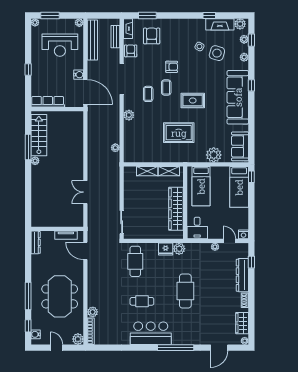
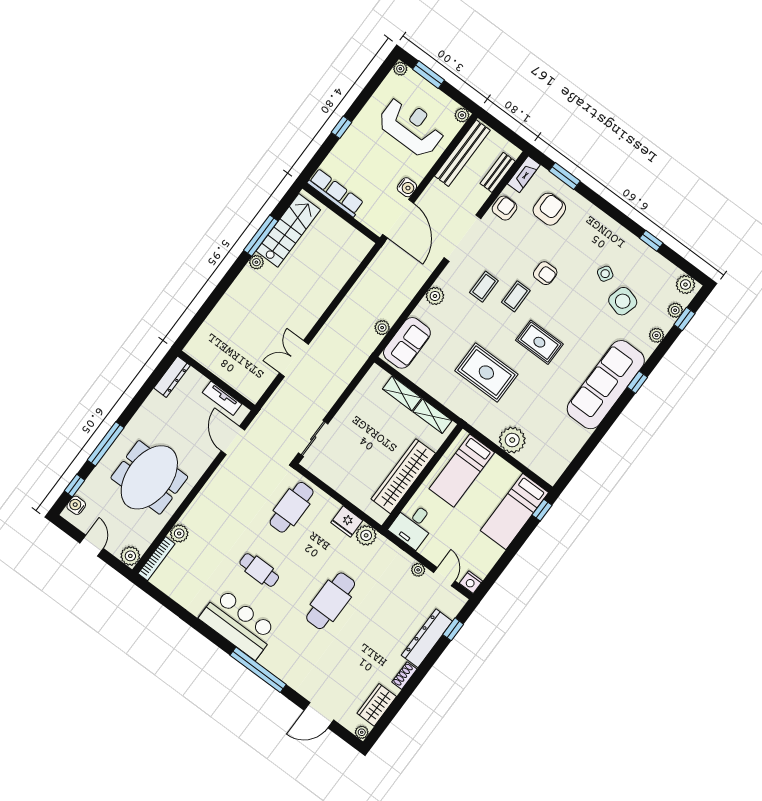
fireplace: (220, 24) -> (657, 264), removed
reception desk: (60, 45) -> (411, 126), turned 180
sofa: (240, 146) -> (407, 343), moved, turned 180

